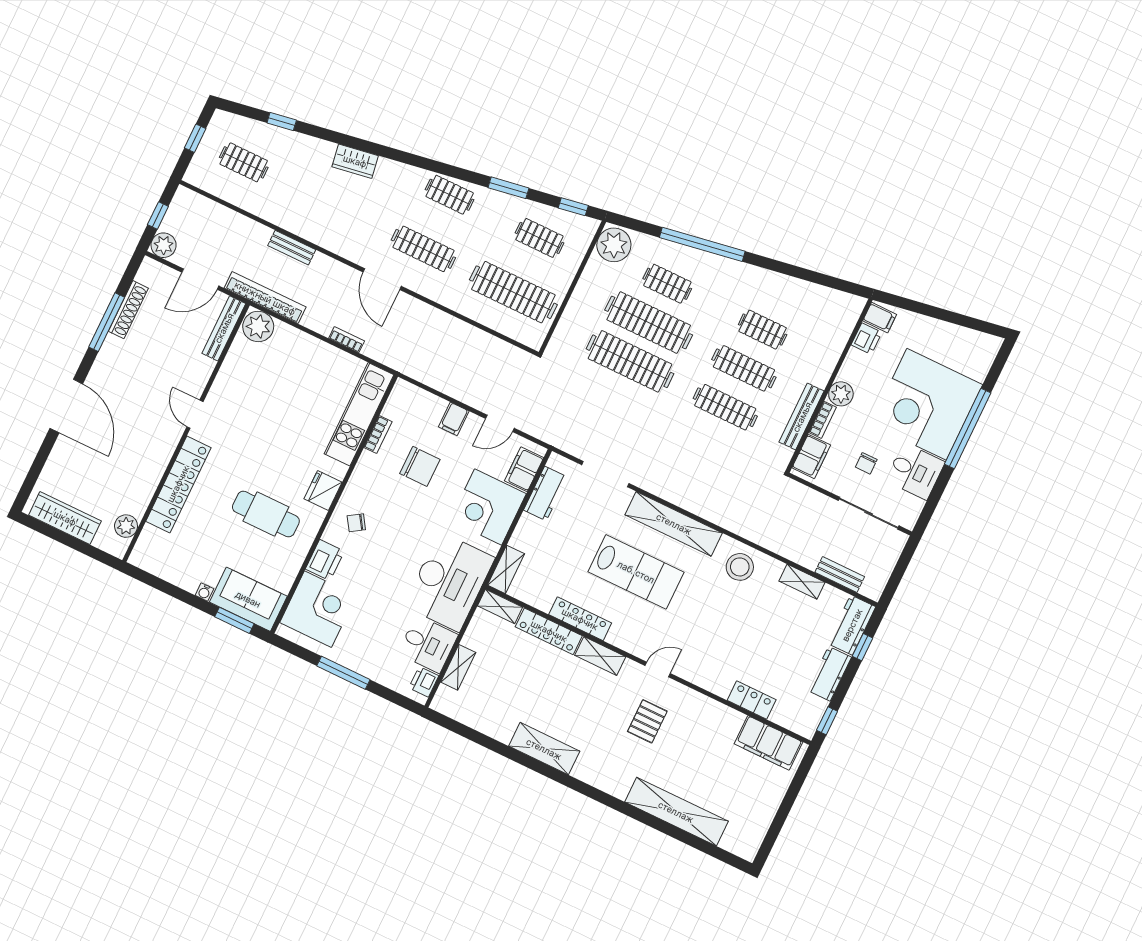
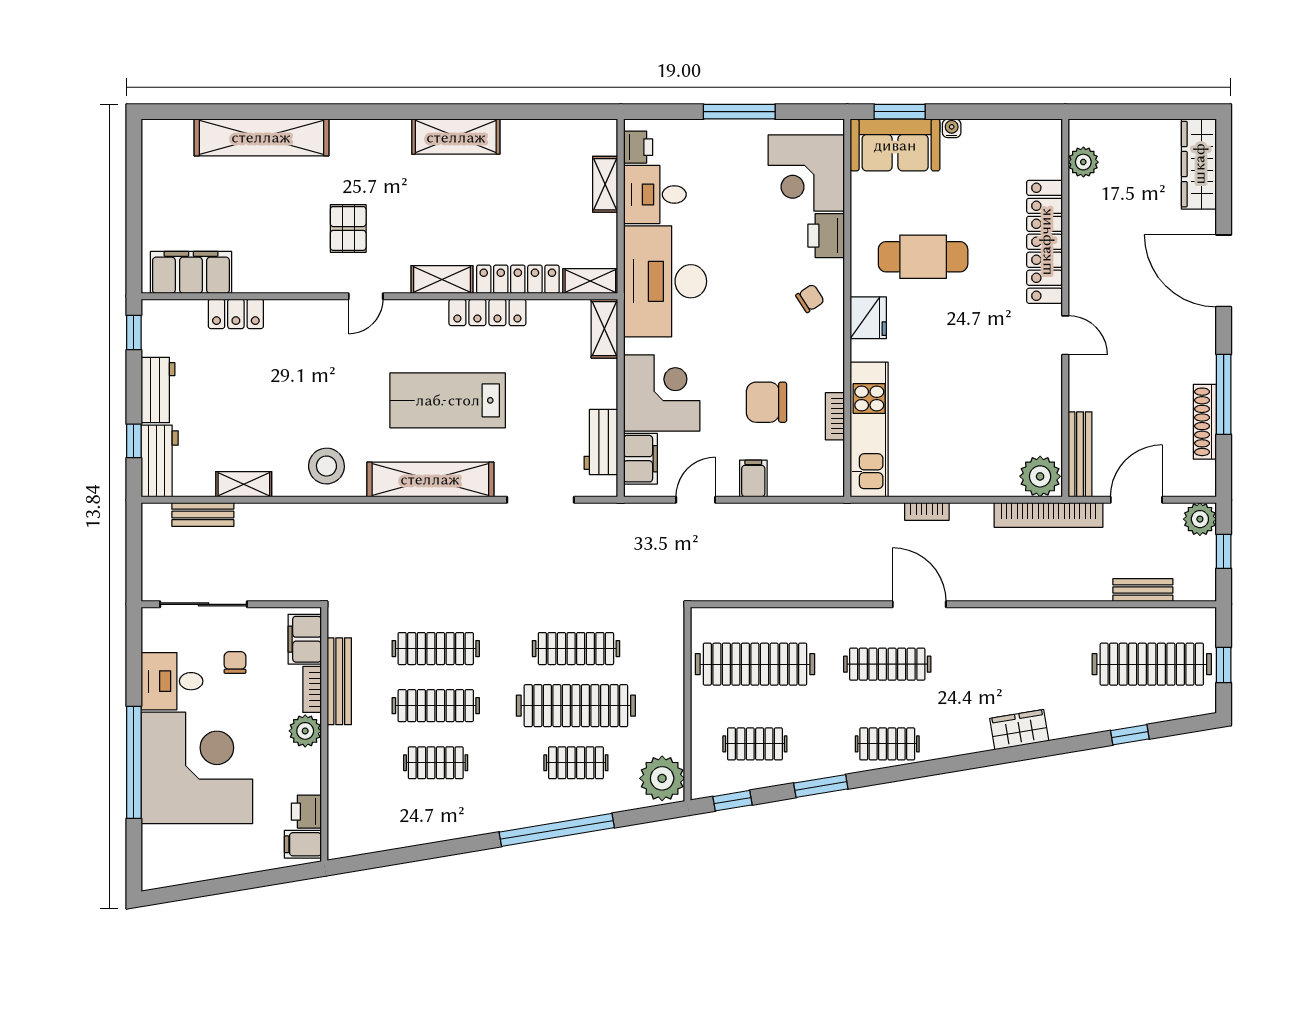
clothes rail: (244, 162) -> (1152, 664), width x1.86, depth x1.31
bench: (292, 248) -> (1143, 590), moved
clothes rail: (630, 361) -> (576, 649), width x0.73, depth x0.76
wardrobe: (65, 518) -> (1199, 164), moved, turned 90

